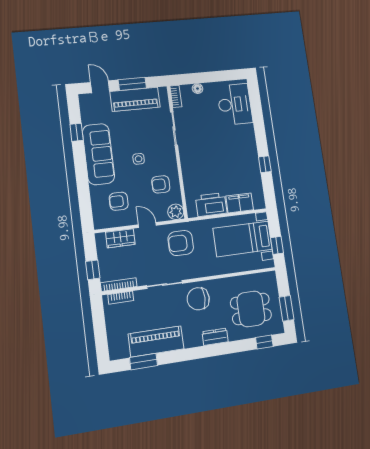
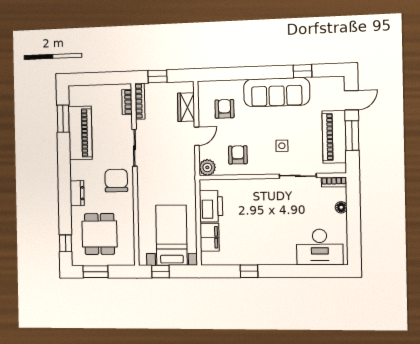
side table: (139, 159) -> (282, 146), moved
armchair: (181, 243) -> (174, 169), removed

